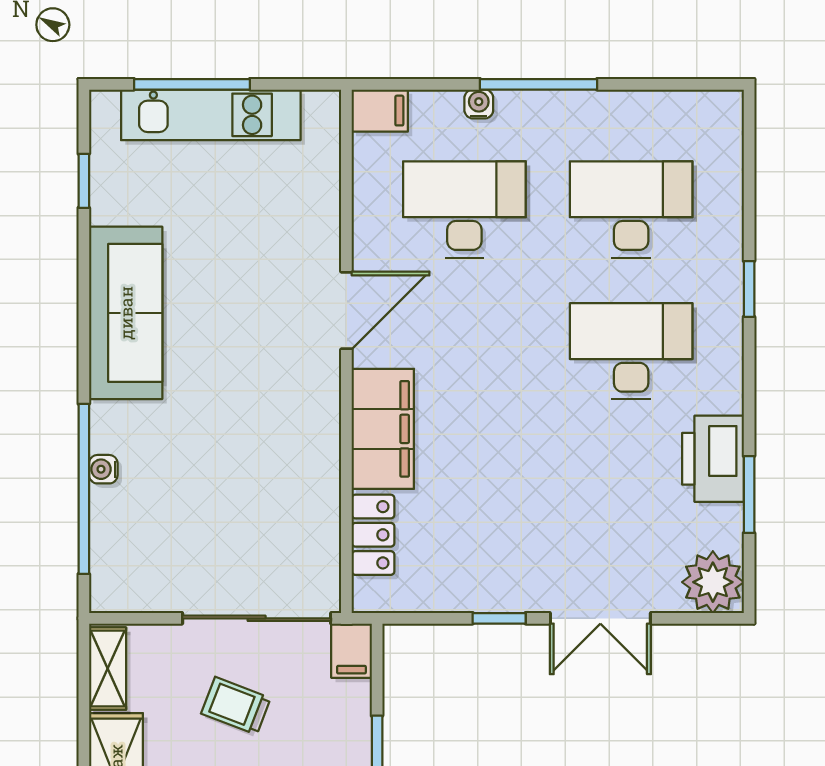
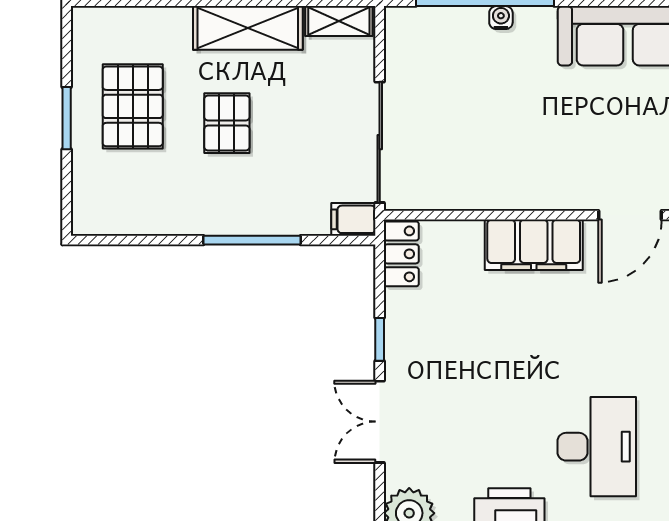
door: (346, 310) -> (630, 215), hinge flipped
locker: (373, 535) -> (401, 254), moved, turned -90
trolley: (236, 706) -> (309, 125), removed

